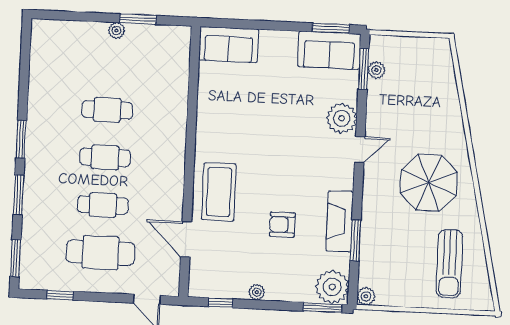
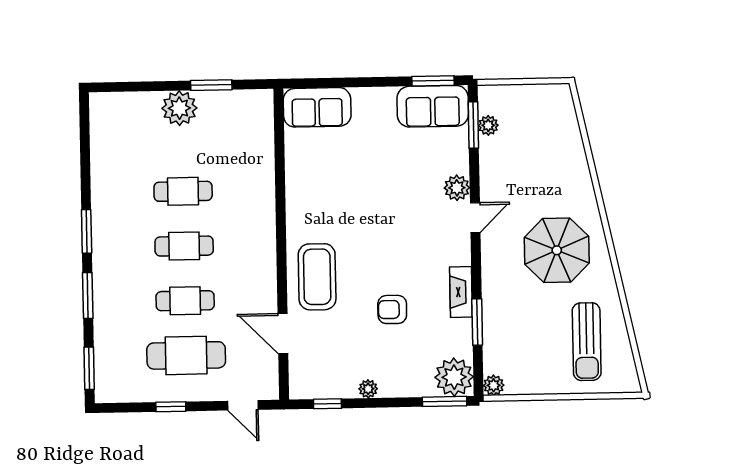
plant: (116, 30) -> (179, 108), width x1.88, depth x1.88
plant: (342, 118) -> (457, 188), width x0.73, depth x0.73
fireplace: (340, 221) -> (461, 292), width x0.73, depth x0.76
window: (60, 295) -> (171, 407), moved

